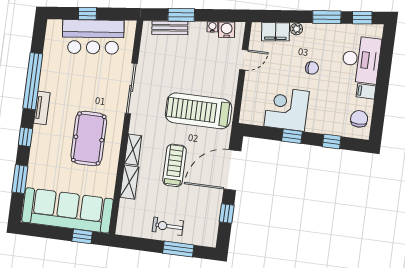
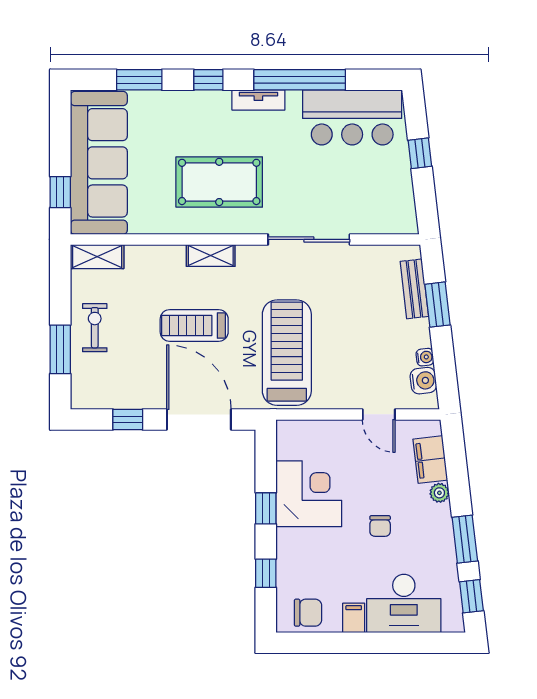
bar counter: (93, 37) -> (352, 117), moved, turned -83
treadmill: (174, 165) -> (194, 325), turned 180
shelving: (129, 182) -> (97, 257), moved

